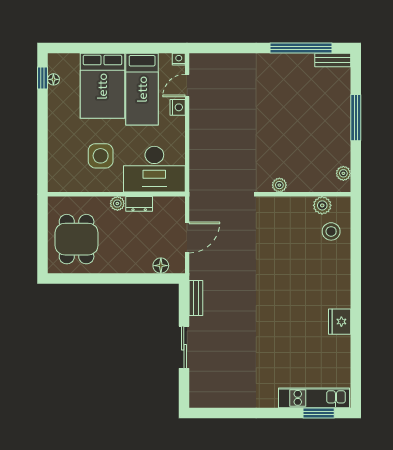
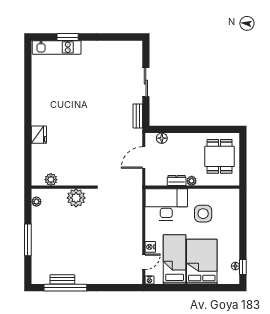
bench: (333, 60) -> (62, 279), moved
plant: (279, 185) -> (76, 198), width x1.88, depth x1.88
stool: (331, 231) -> (45, 162), removed
fridge: (340, 322) -> (39, 135), moved
window: (319, 413) -> (68, 37), moved

